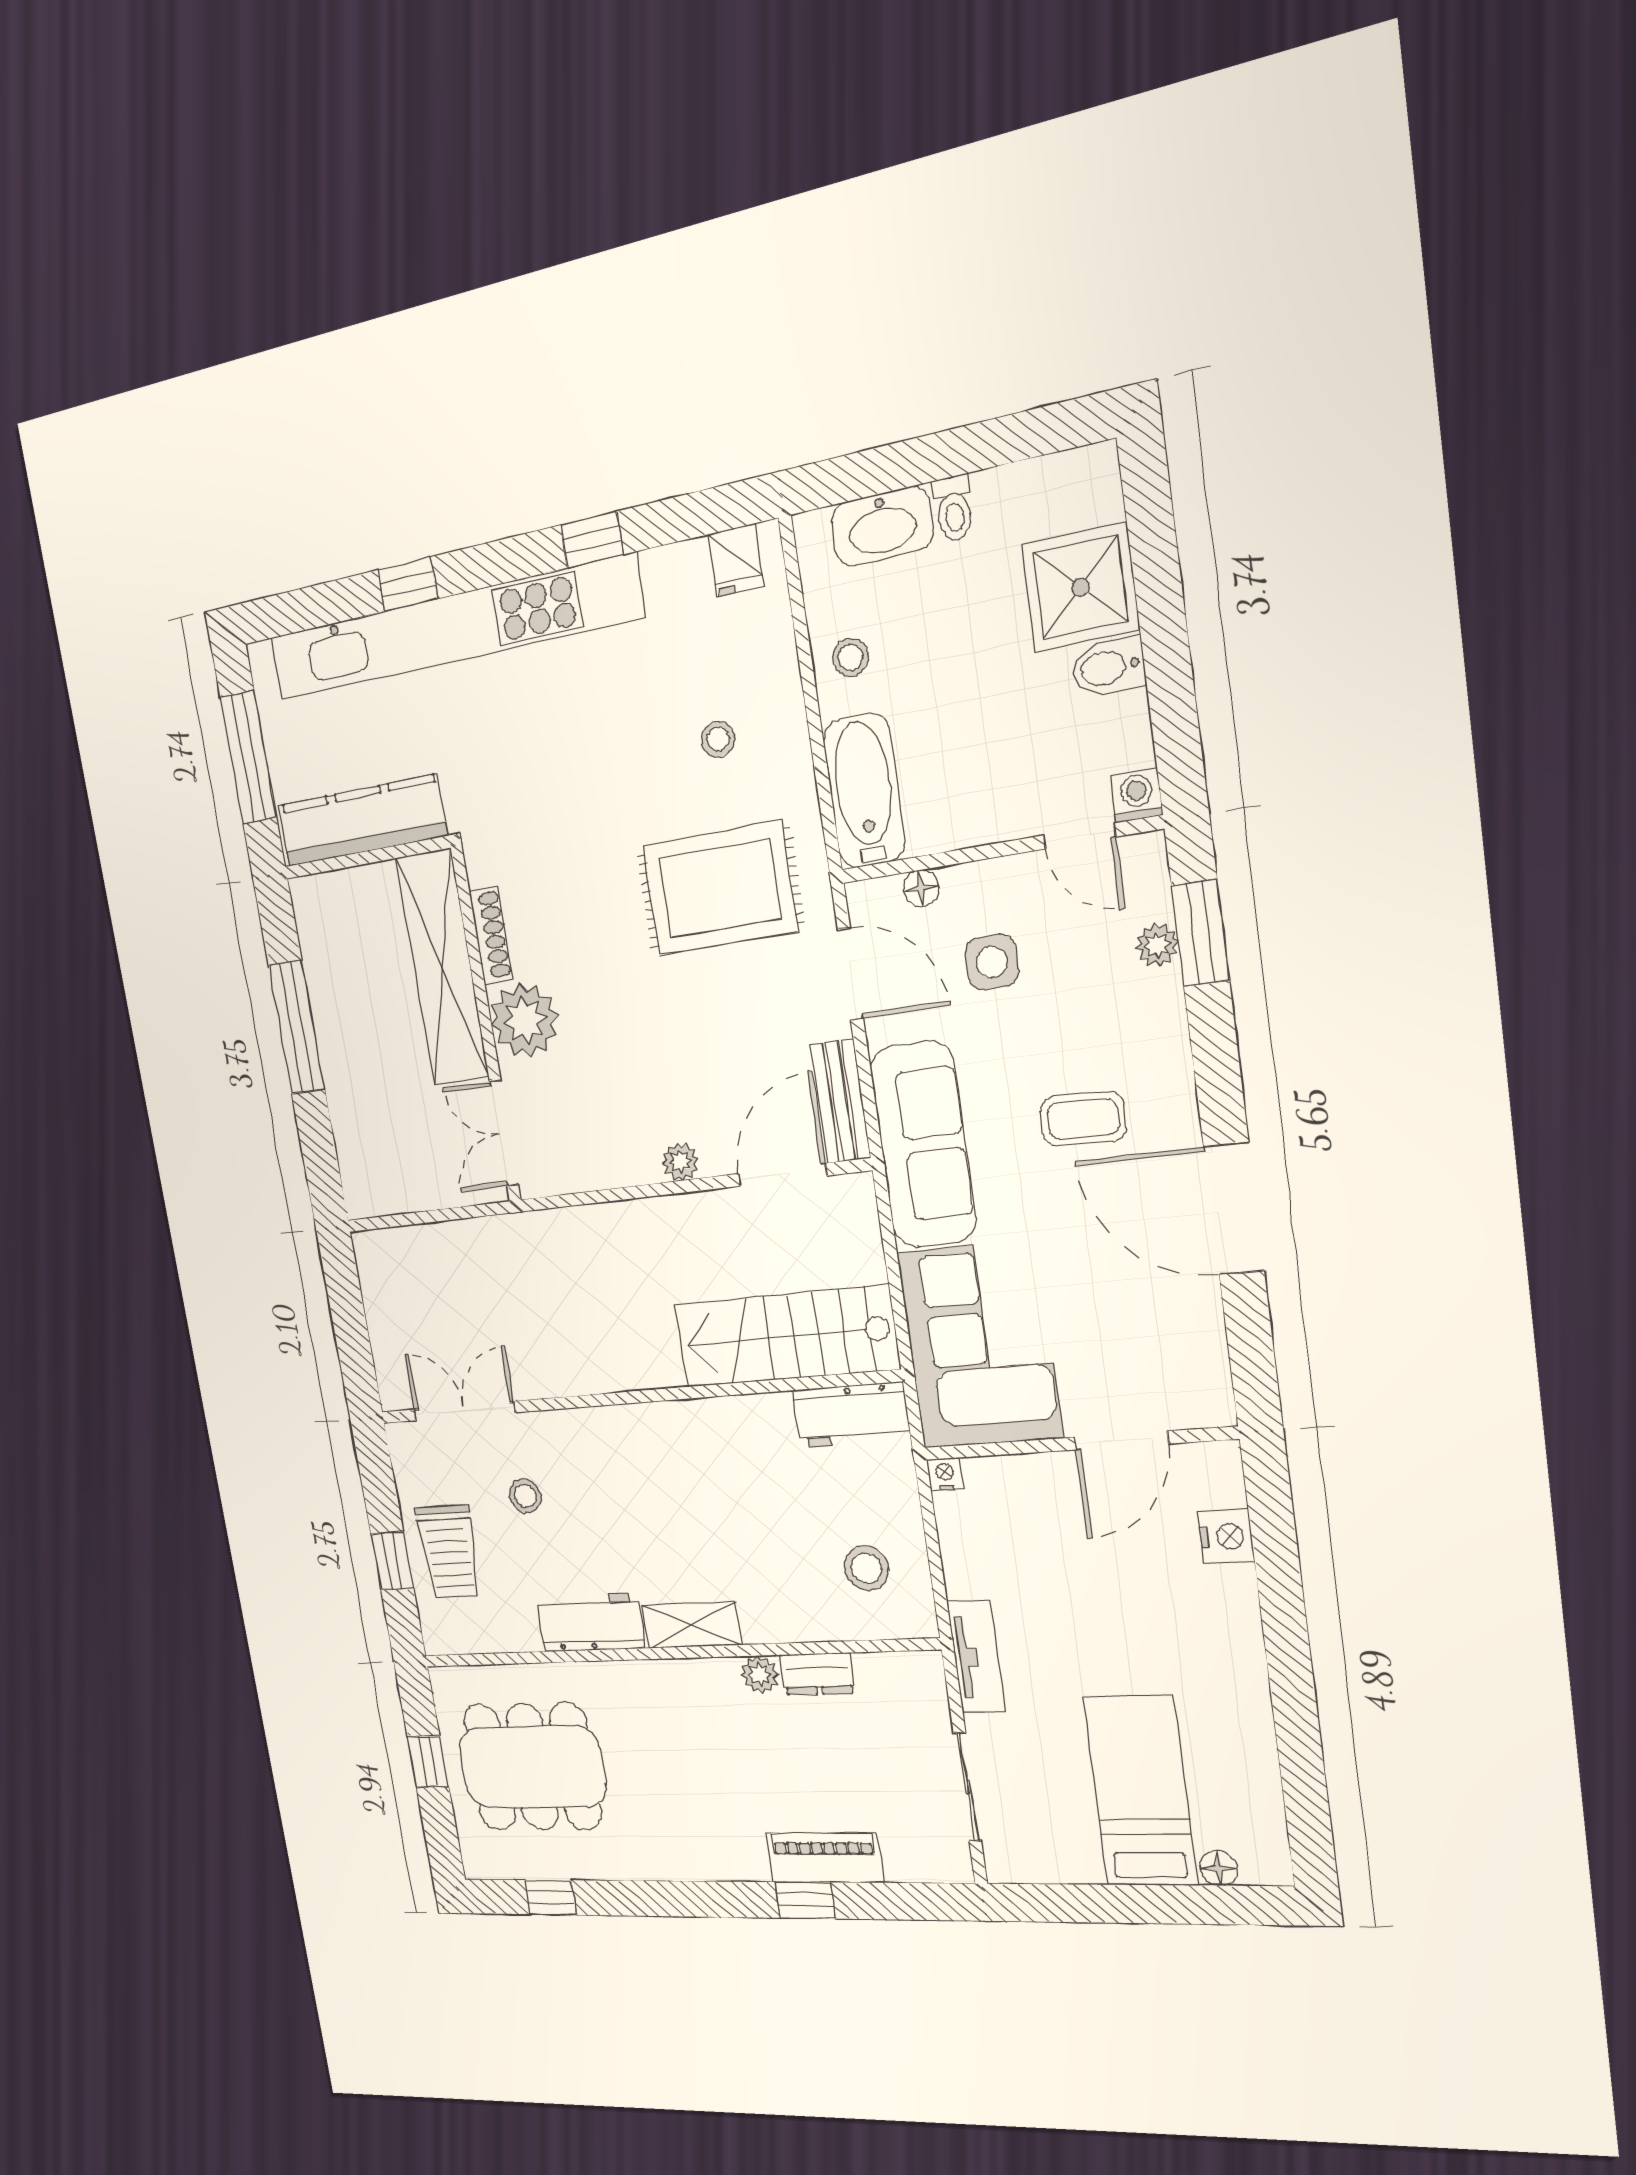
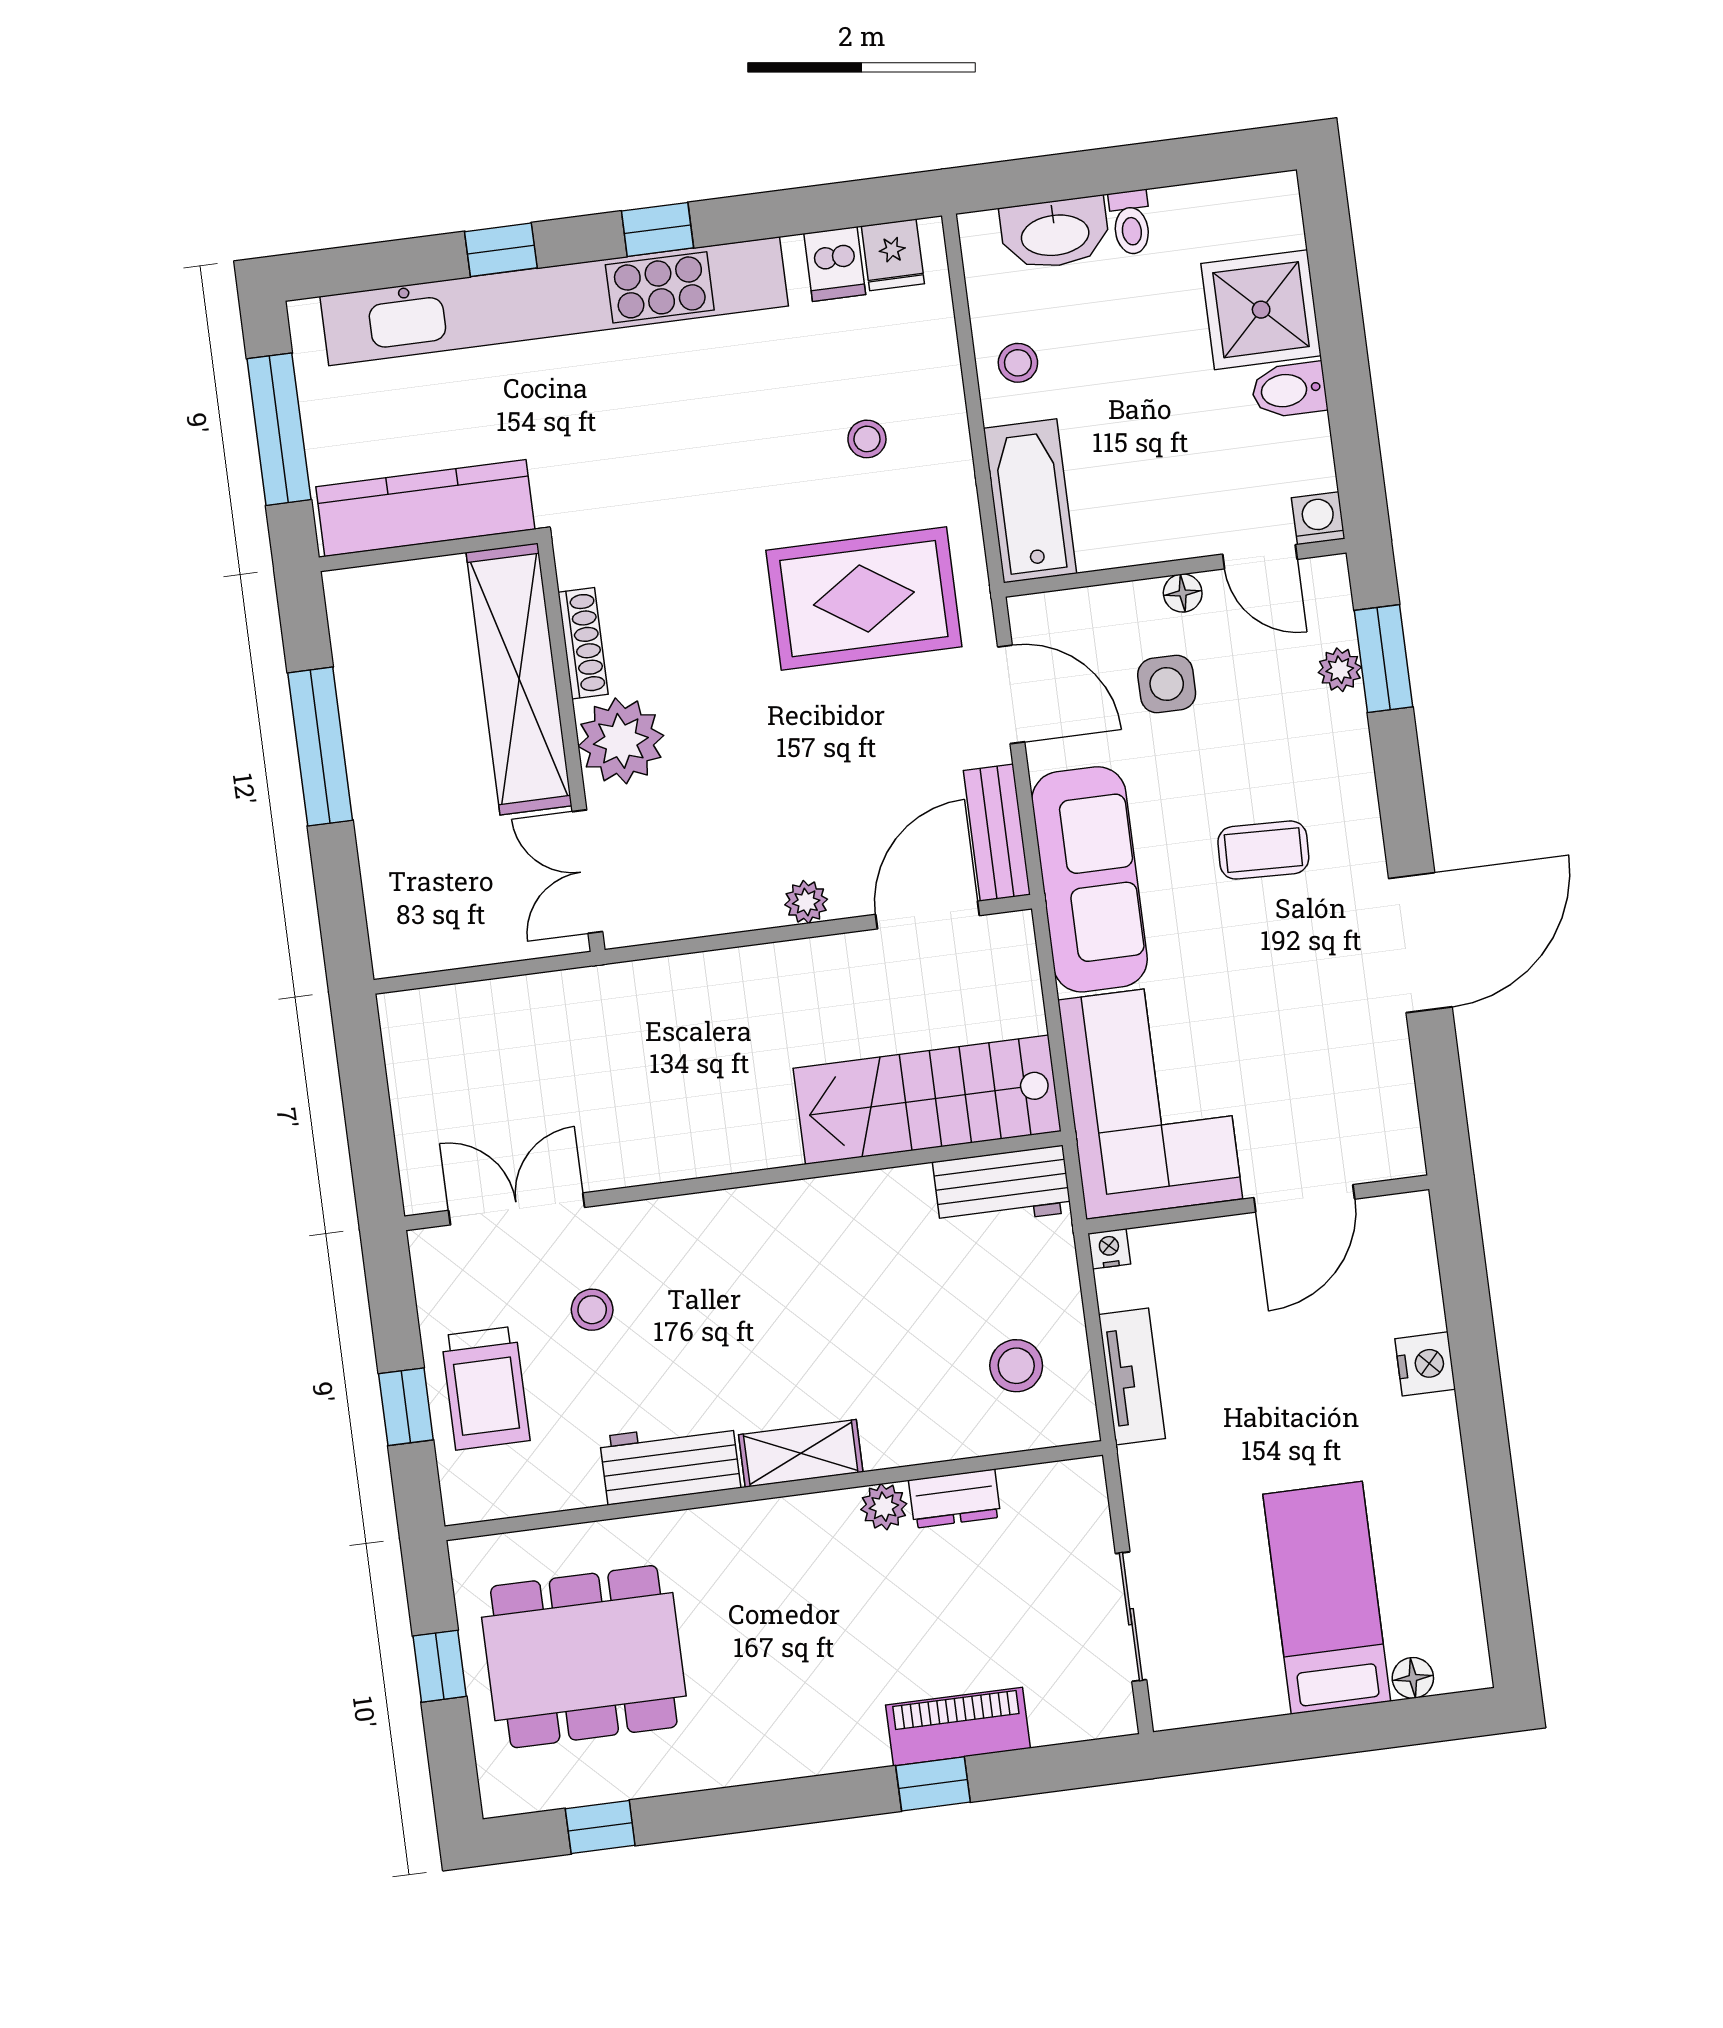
window: (592, 540) -> (657, 229), moved
dishwasher: (685, 574) -> (835, 264), added
floor lamp: (921, 888) -> (1183, 593), moved
door: (1234, 1209) -> (1420, 943), swing flipped
nightstand: (1226, 1536) -> (1425, 1364), moved
tv unit: (976, 1657) -> (1132, 1376), moved

